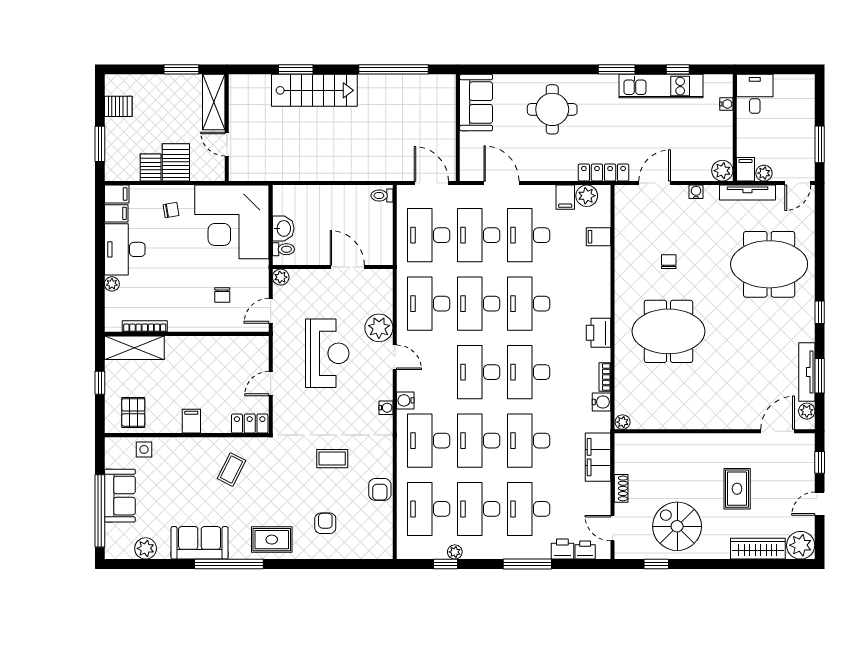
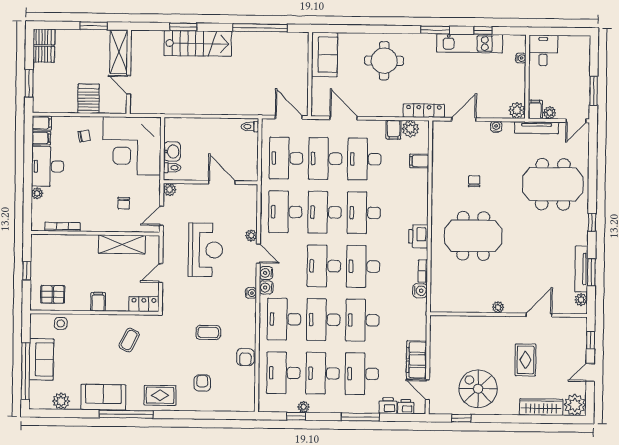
server rack: (151, 168) -> (44, 37), moved, turned 90
plant: (379, 328) -> (251, 235), width x0.53, depth x0.53
shelving: (134, 348) -> (122, 244), moved
water cooler: (405, 382) -> (266, 273), added
pallet: (133, 412) -> (53, 294), turned 90
plant: (623, 422) -> (498, 307), moved
door: (778, 431) -> (539, 315), moved
filing cabinet: (598, 457) -> (416, 360), moved
shoe rack: (621, 488) -> (435, 359), removed

